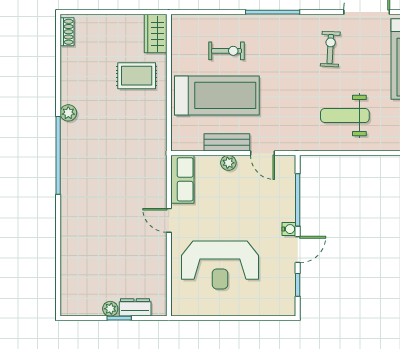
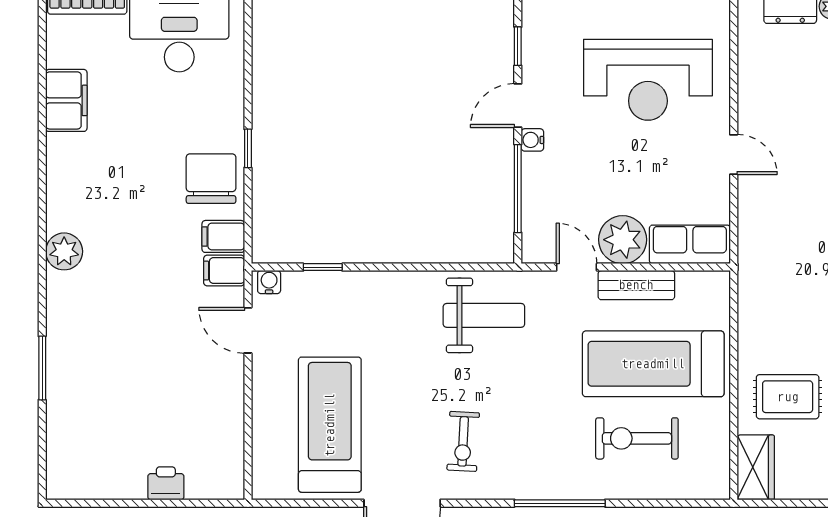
exercise bike: (227, 51) -> (637, 438), width x1.38, depth x1.39
weight bench: (345, 115) -> (484, 315), moved
plant: (228, 163) -> (623, 240), width x1.87, depth x1.87
row of seats: (182, 179) -> (690, 244), moved, turned 90
reception desk: (220, 265) -> (648, 80), turned 180

